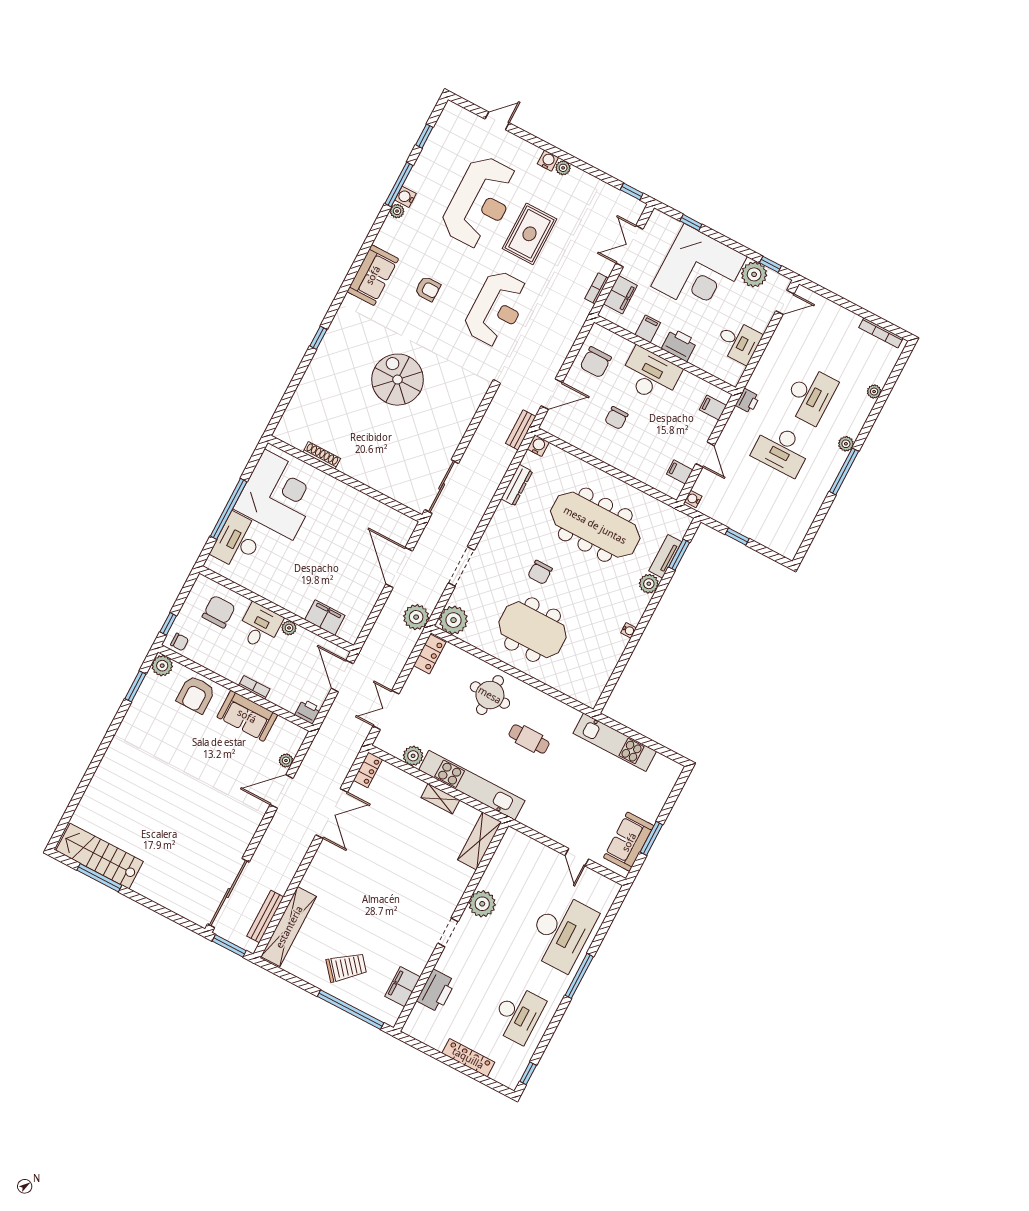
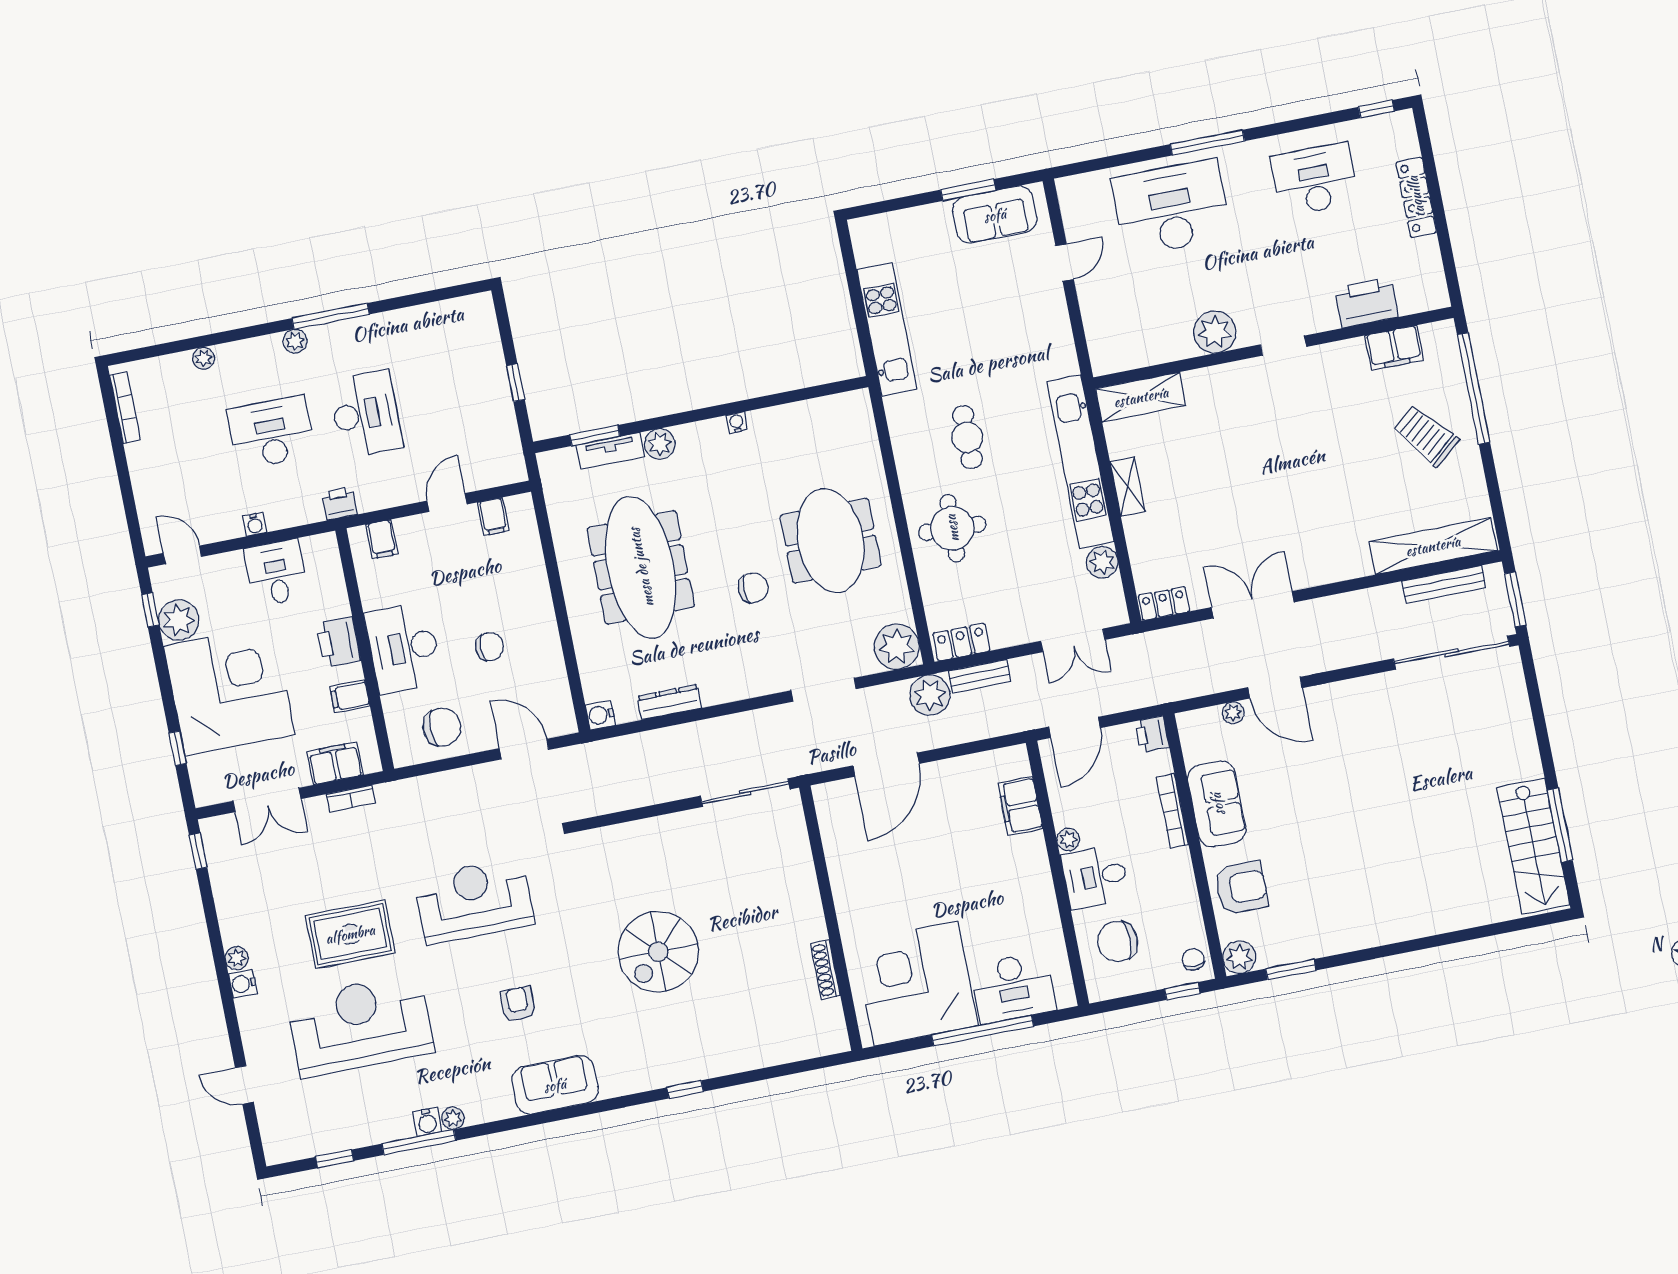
bench: (521, 430) -> (979, 676), moved
water cooler: (693, 499) -> (255, 524), moved
bookcase: (254, 687) -> (1172, 811), width x1.56

